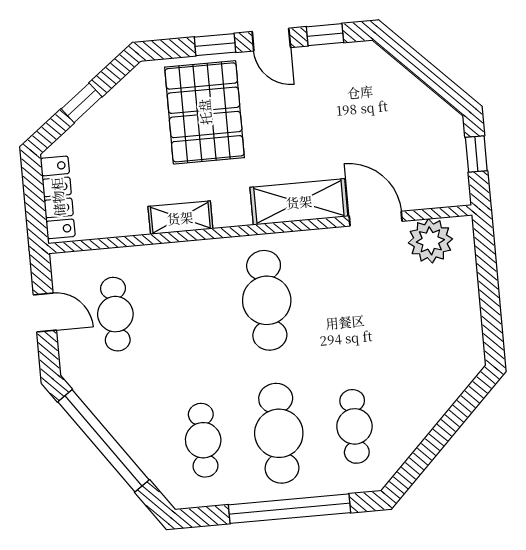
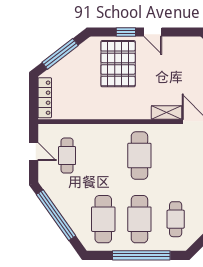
window: (325, 35) -> (179, 32), removed
window: (82, 103) -> (60, 54), width x2.17
shelving: (299, 202) -> (167, 113), width x0.67, depth x0.75
shelving: (180, 218) -> (102, 113), removed
cafe table: (203, 440) -> (103, 219), width x1.37, depth x1.35

